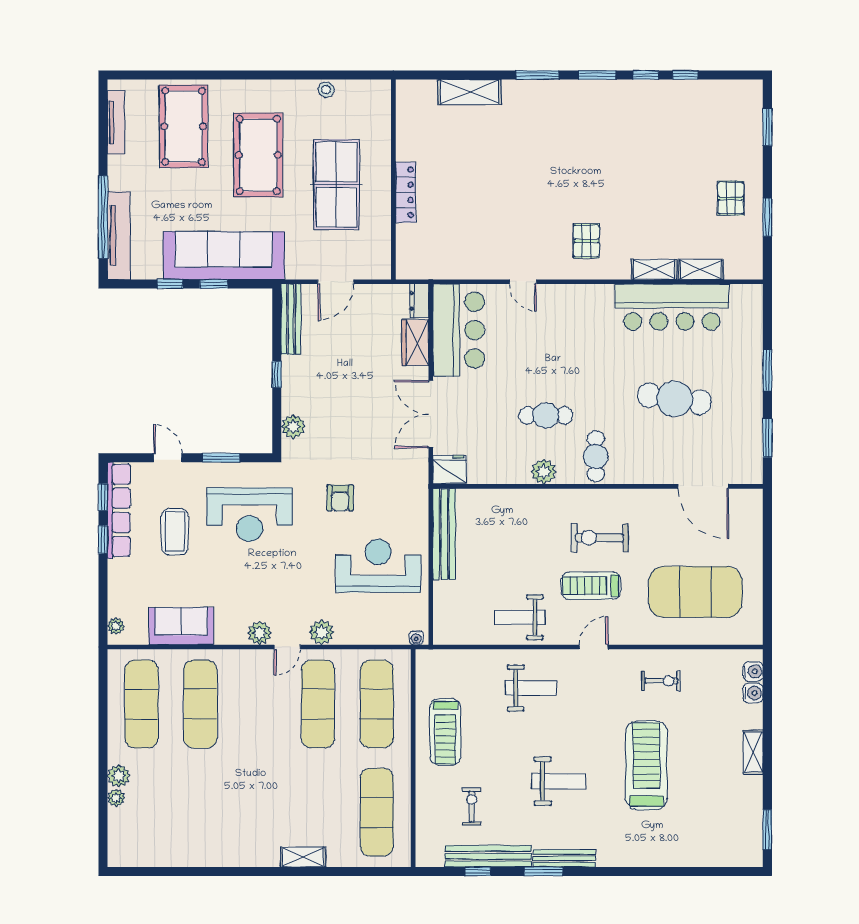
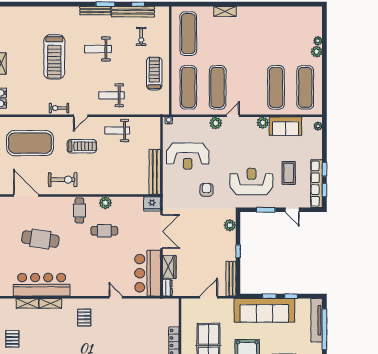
exercise bike: (600, 538) -> (63, 180), moved
weight bench: (520, 617) -> (117, 130), turned 180
plant: (260, 633) -> (263, 123), moved
exercise bike: (661, 681) -> (59, 108), moved

